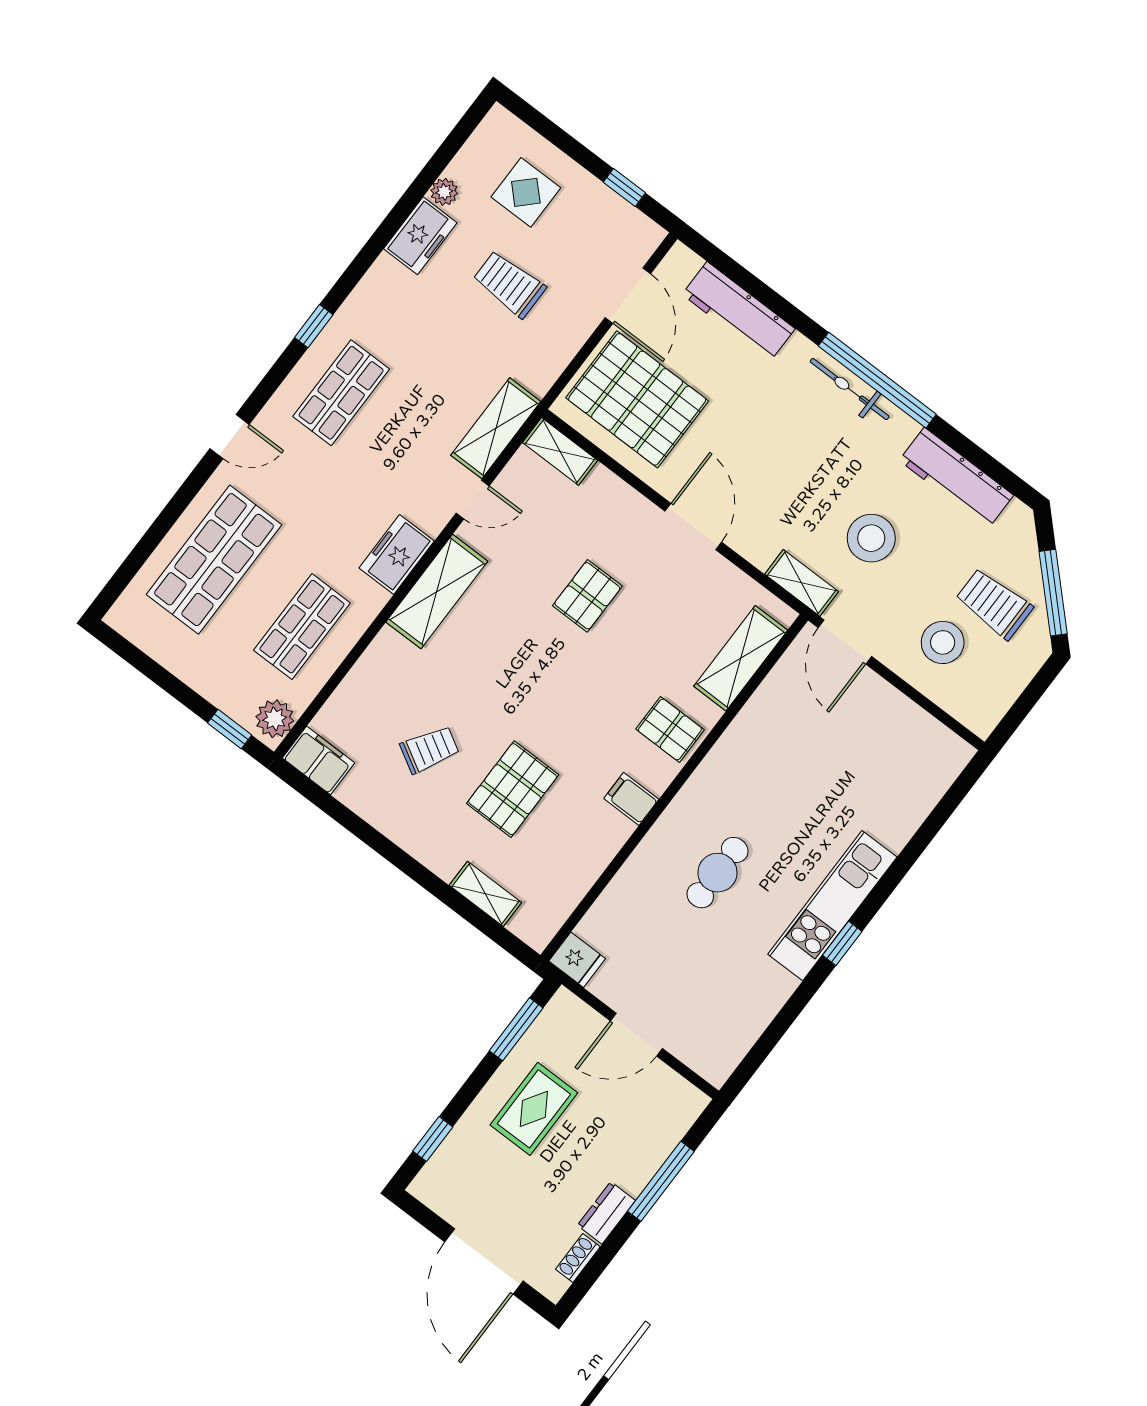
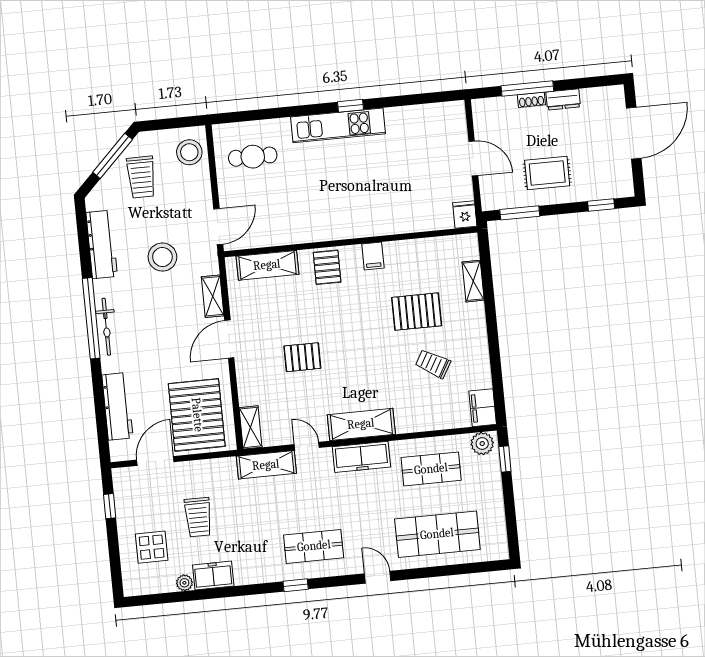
freezer: (397, 554) -> (361, 457), width x1.40
shelving: (802, 583) -> (213, 296), moved
stool: (943, 642) -> (189, 152), moved
cafe table: (717, 873) -> (253, 157), moved
shoe rack: (578, 1258) -> (531, 100), moved

